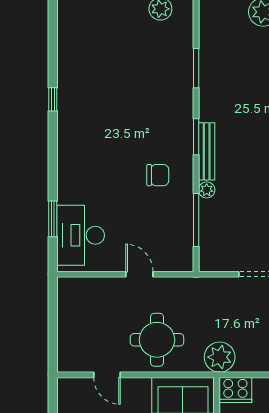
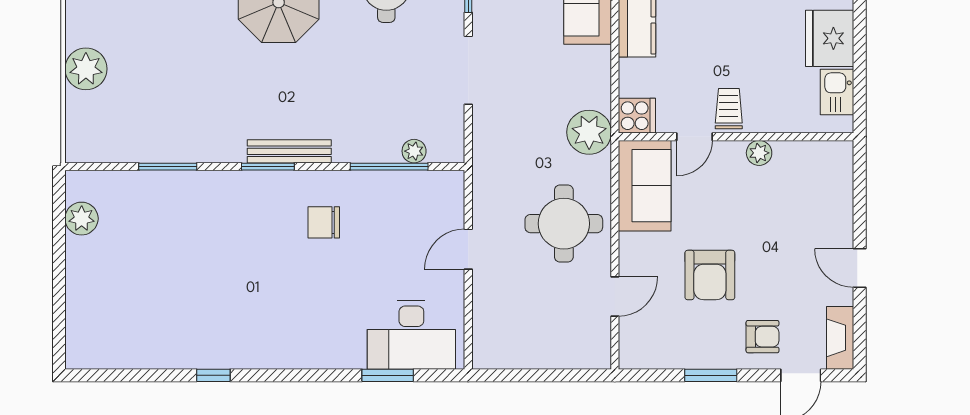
chair: (158, 175) -> (324, 222), turned -90
plant: (207, 190) -> (414, 151), moved
cooker: (235, 390) -> (637, 116), width x0.73

